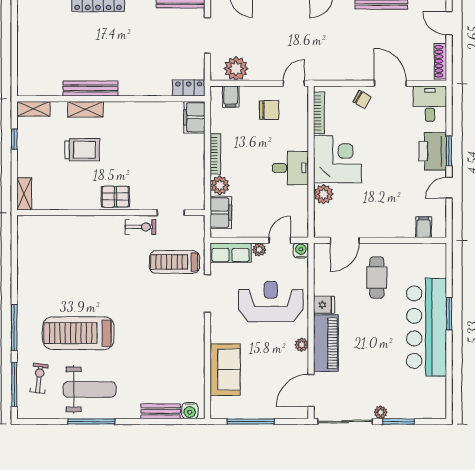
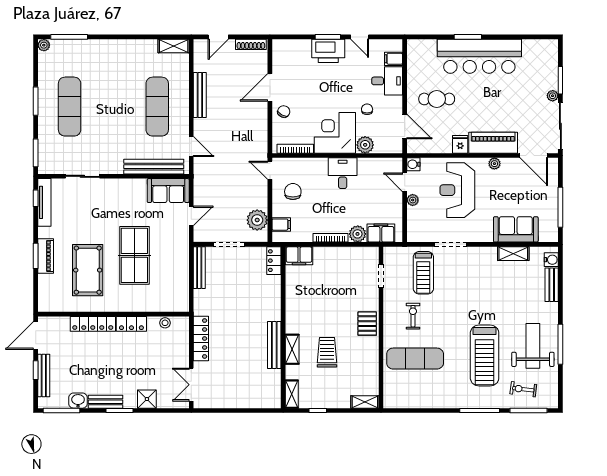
desk: (430, 104) -> (387, 81), moved, turned 180
chair: (365, 196) -> (367, 109), added
exercise bike: (140, 227) -> (413, 316), moved
exercise mat: (75, 252) -> (415, 359), added
row of seats: (231, 253) -> (415, 225), removed
shelving: (197, 367) -> (513, 254), added

